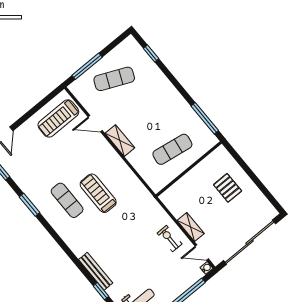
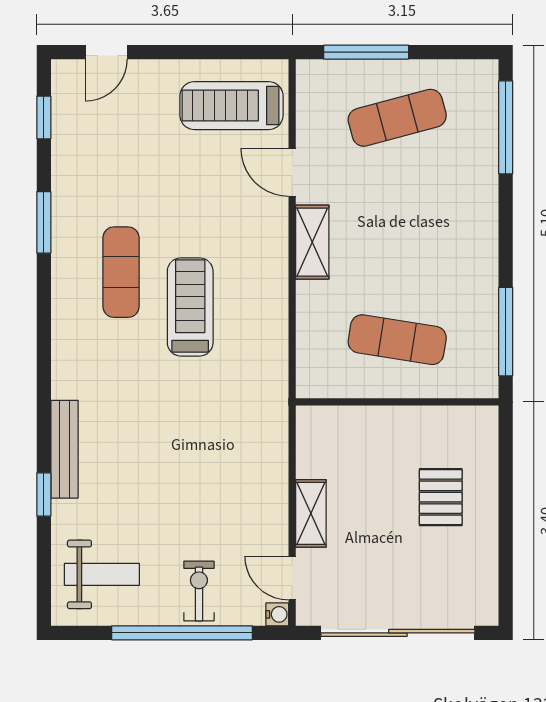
window: (151, 53) -> (506, 127), width x2.17
exercise mat: (114, 79) -> (397, 118), turned -39
exercise bike: (169, 239) -> (199, 591), moved

